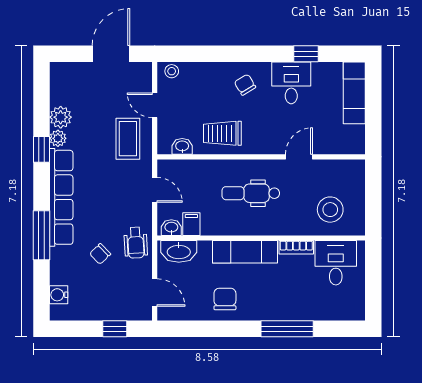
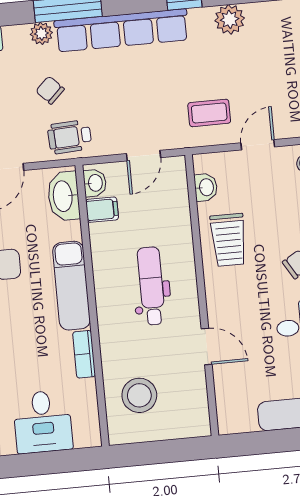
trolley: (222, 133) -> (228, 240), turned 180
plant: (58, 138) -> (41, 33), moved
coffee table: (128, 139) -> (209, 113), width x0.73, depth x0.77
desk: (336, 263) -> (43, 422), moved, turned 90

